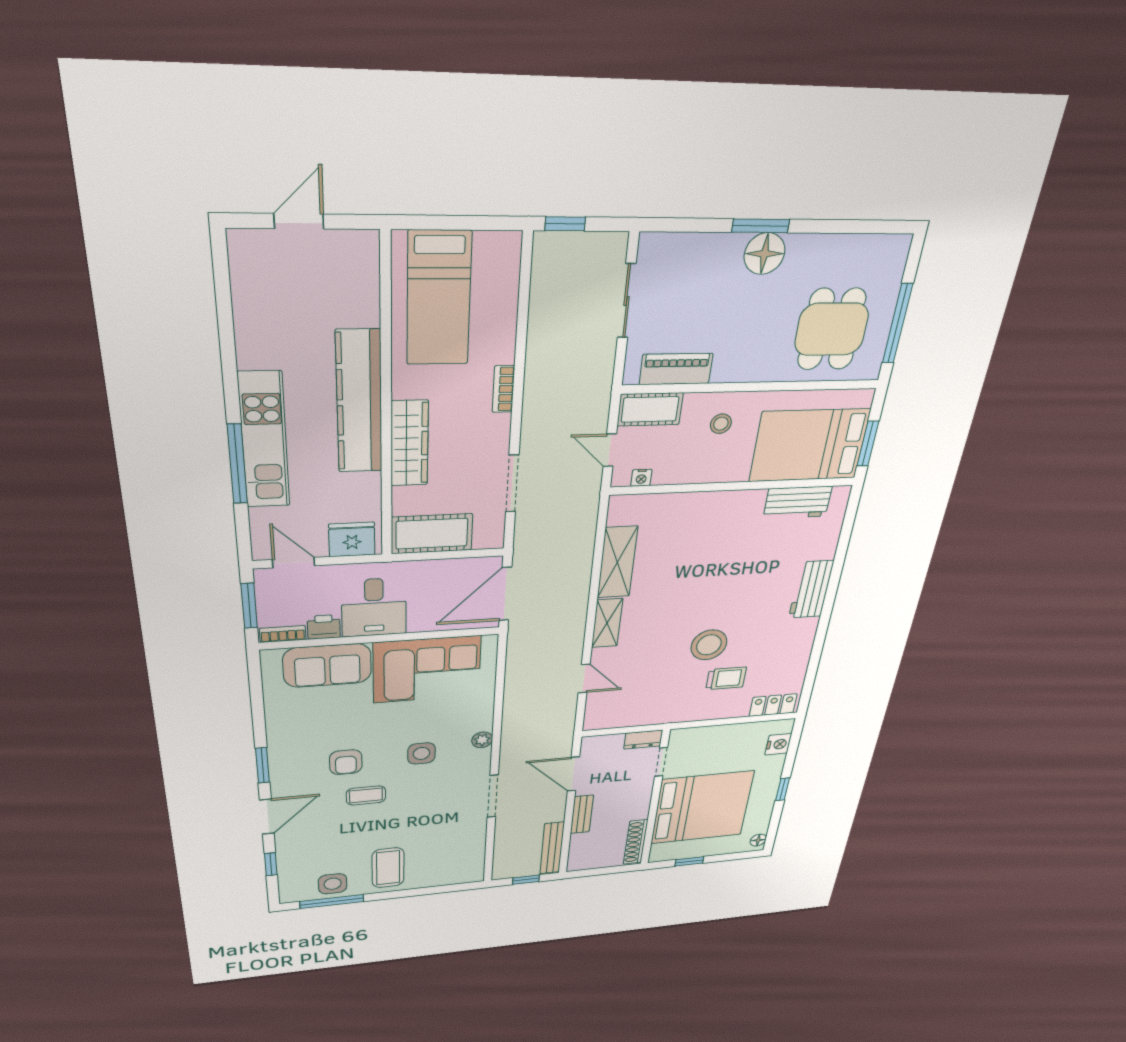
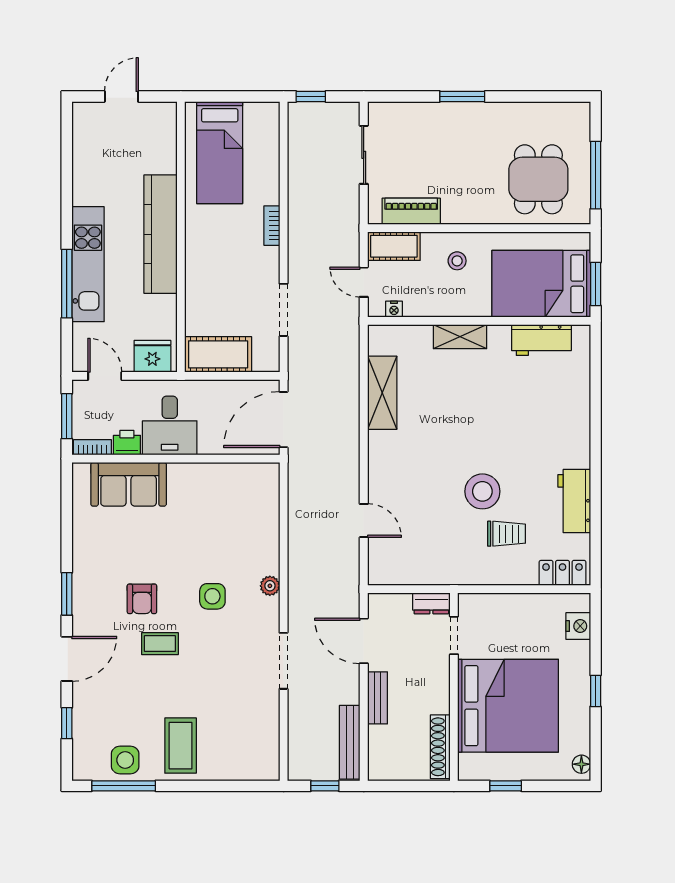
floor lamp: (764, 254) -> (469, 118), removed
wardrobe: (409, 444) -> (199, 270), removed
workbench: (811, 589) -> (574, 501), moved
shelving: (607, 623) -> (460, 337), moved, turned 90
corner sofa: (427, 669) -> (216, 497), removed

